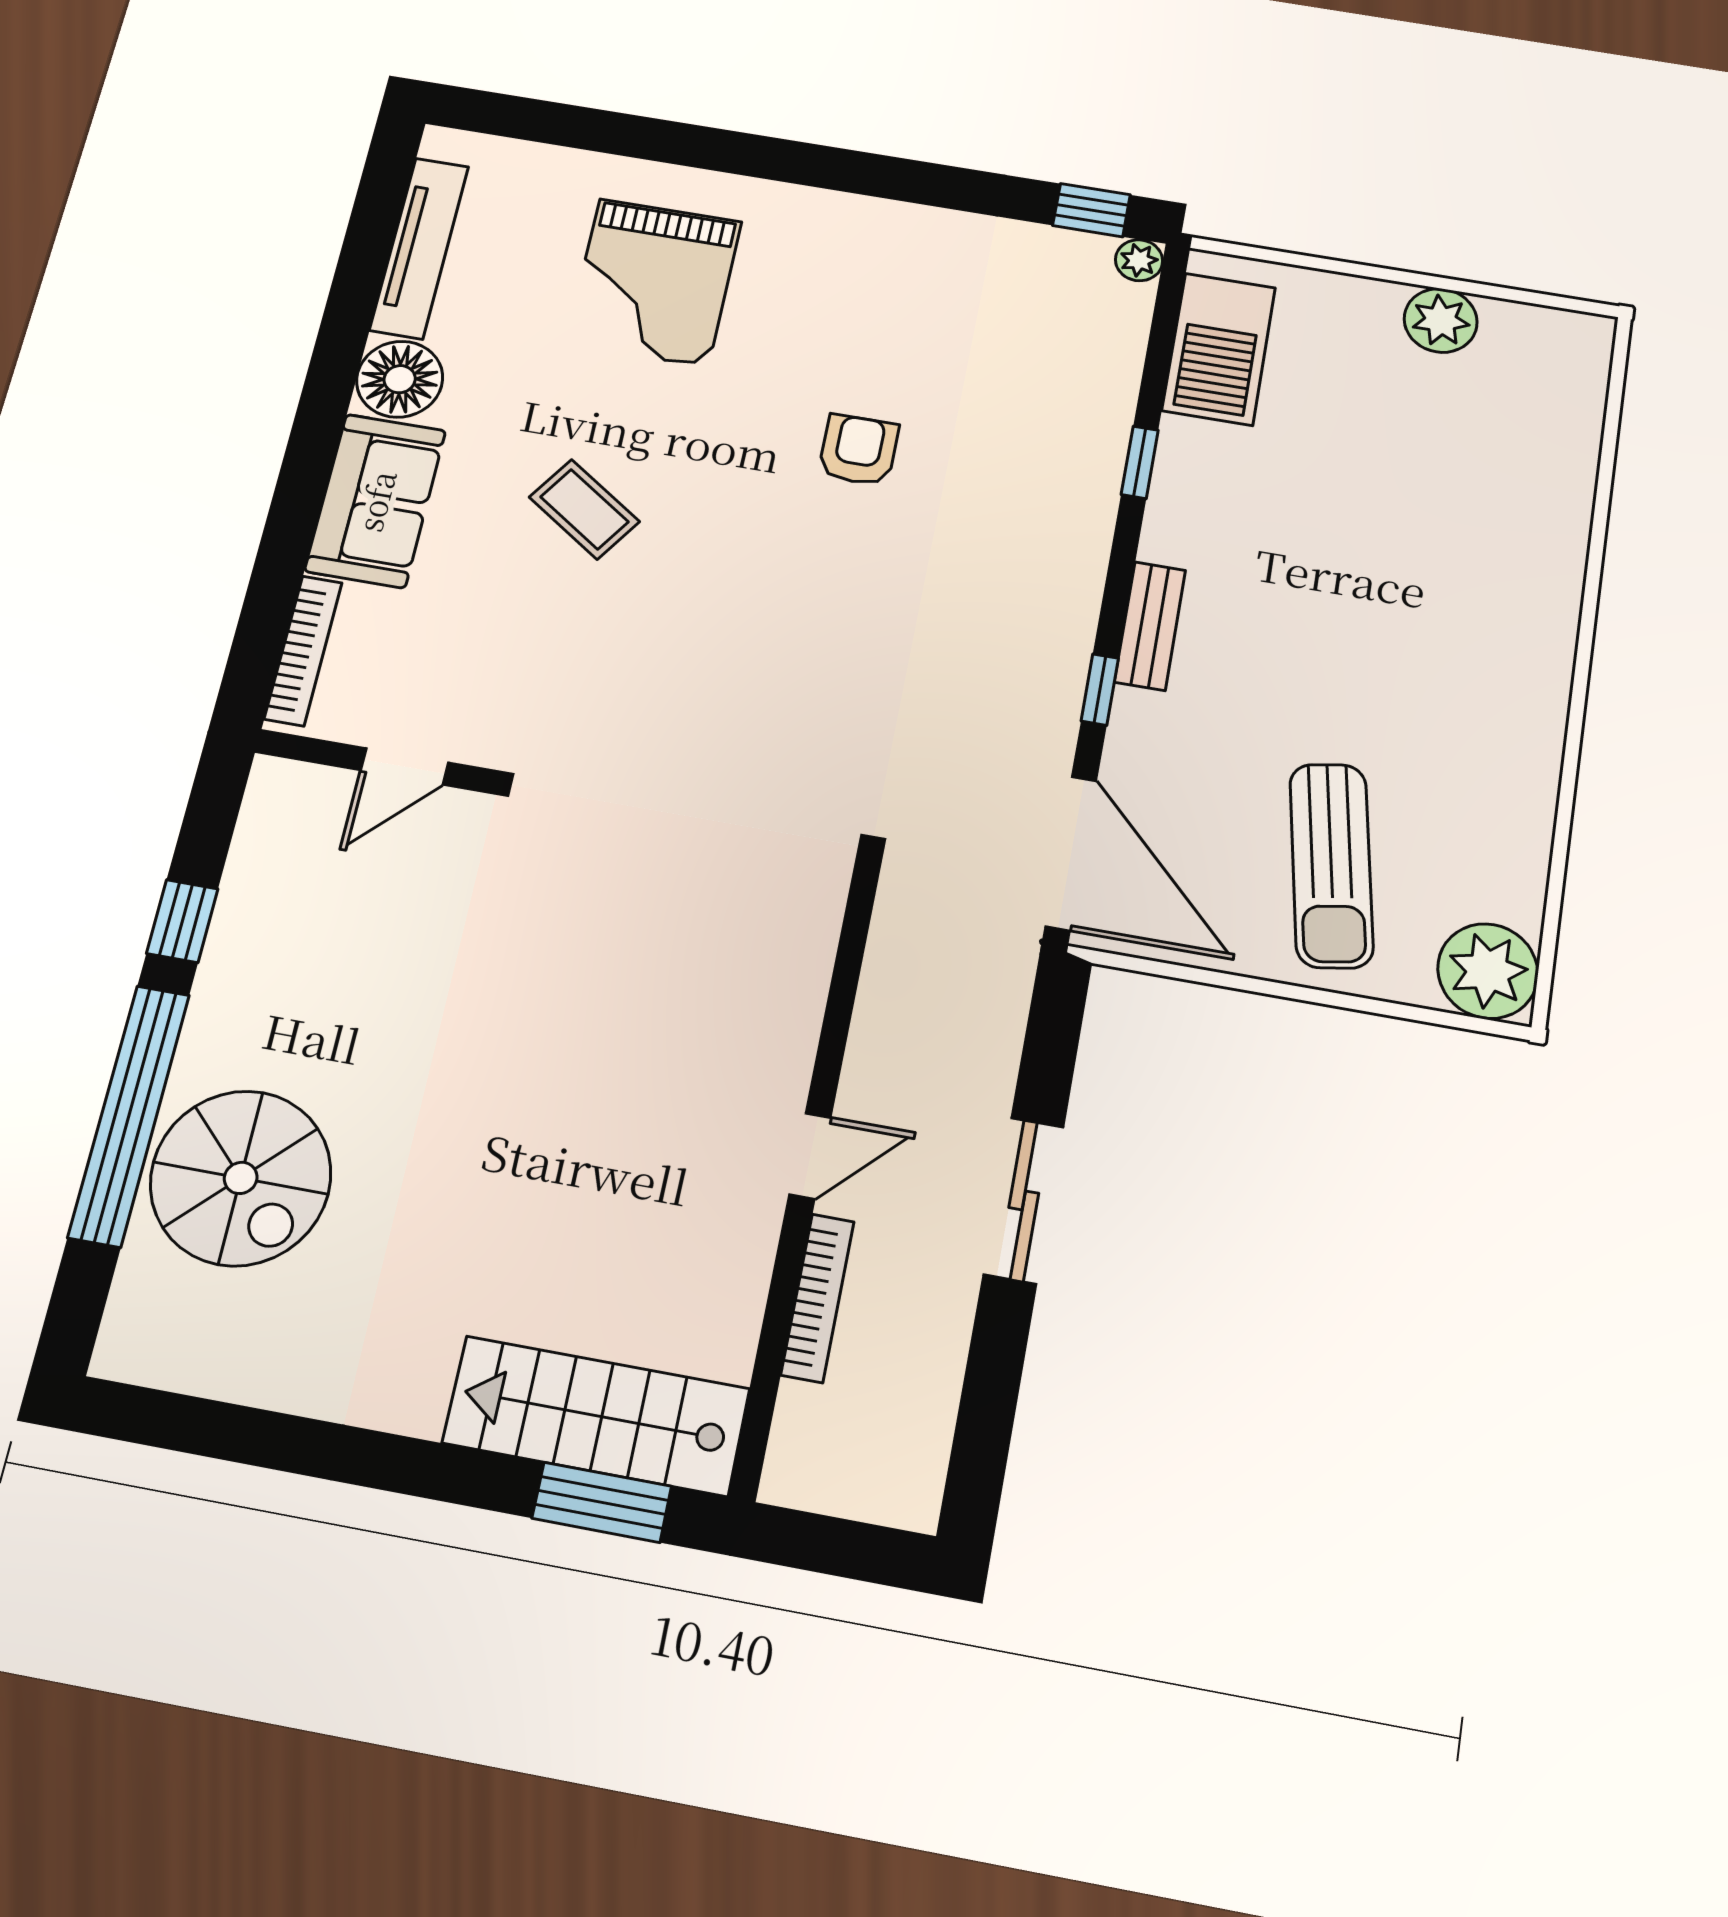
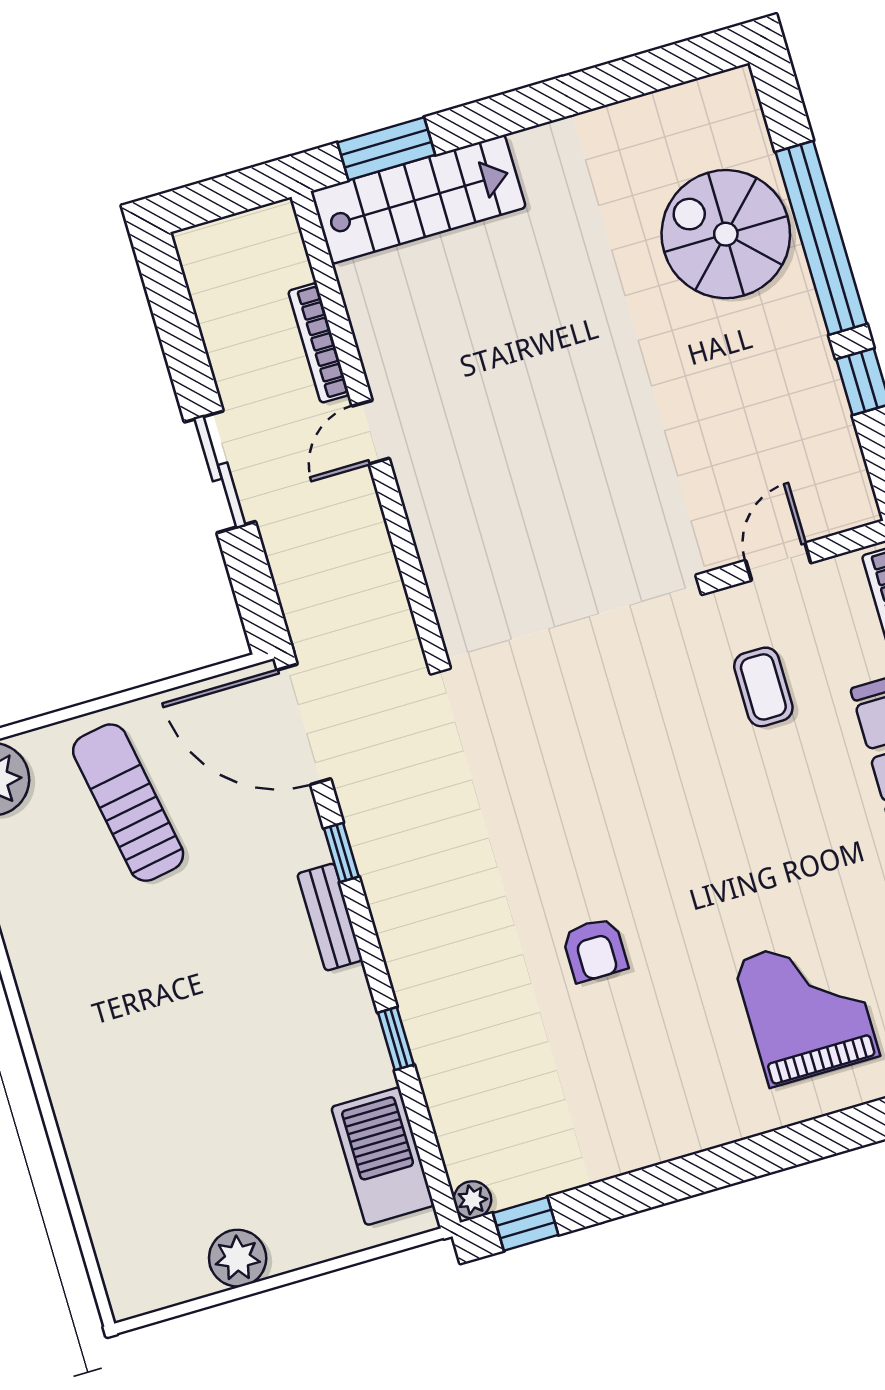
coffee table: (584, 509) -> (763, 687), moved, turned 56

